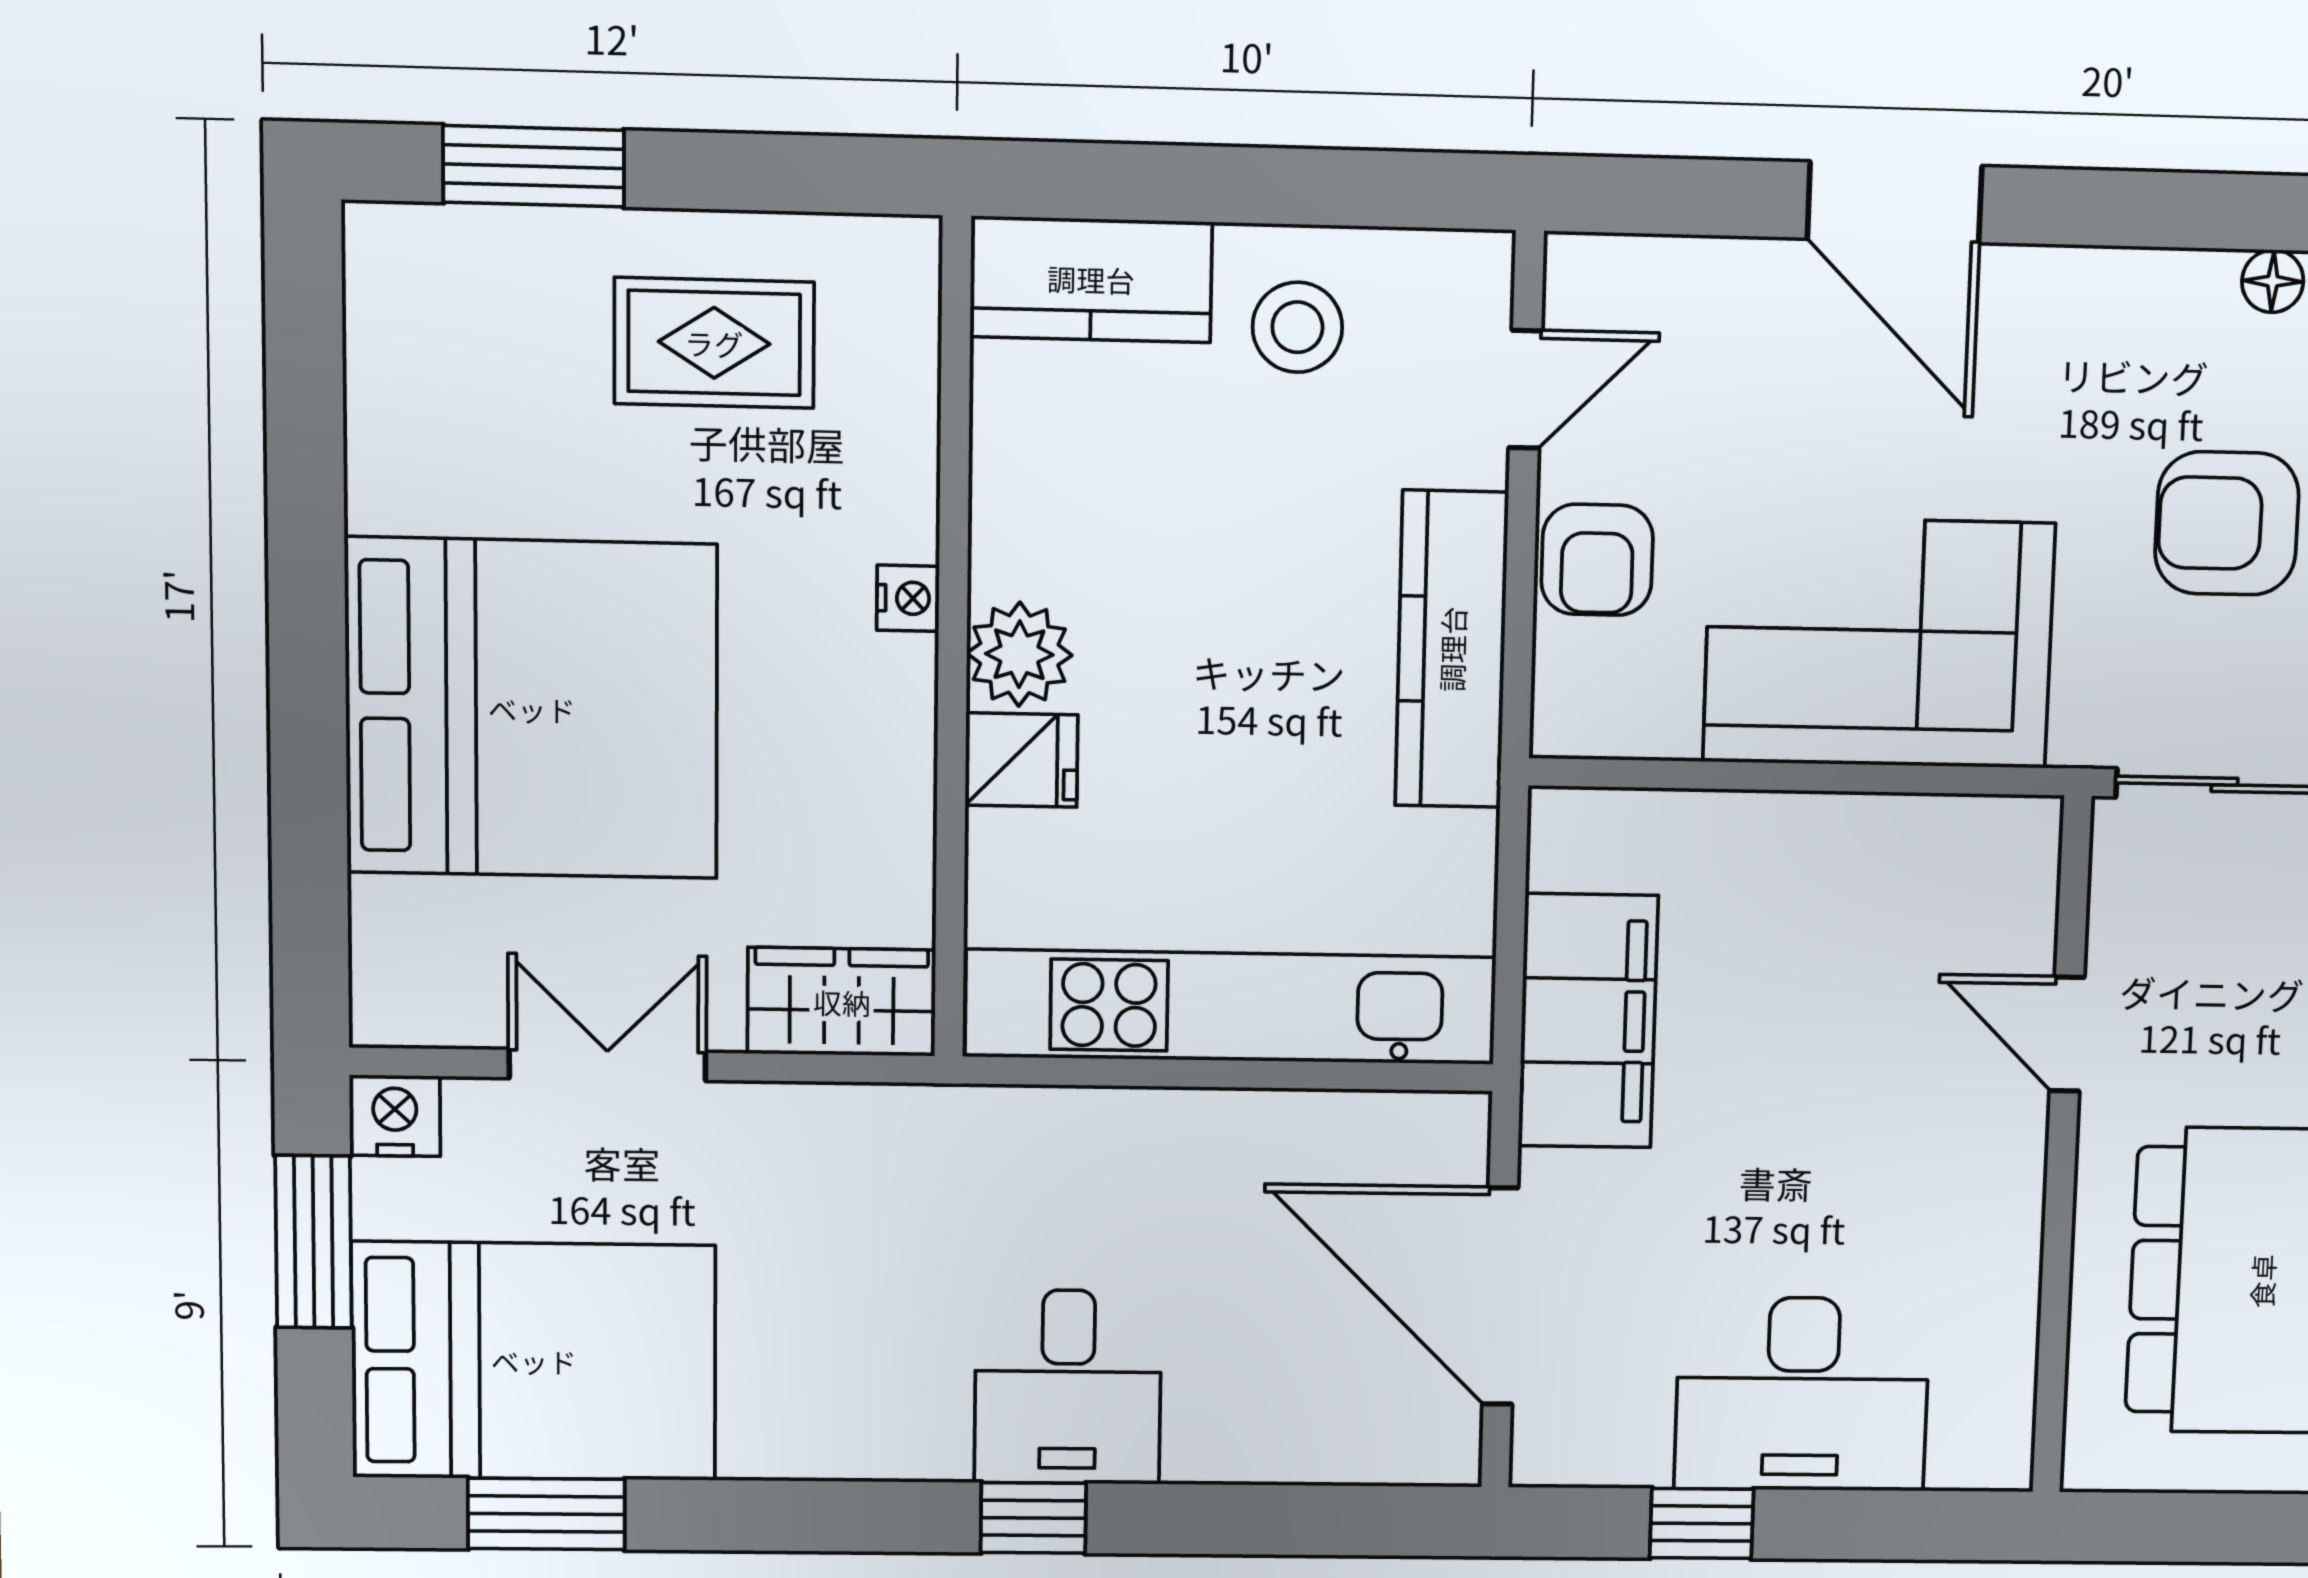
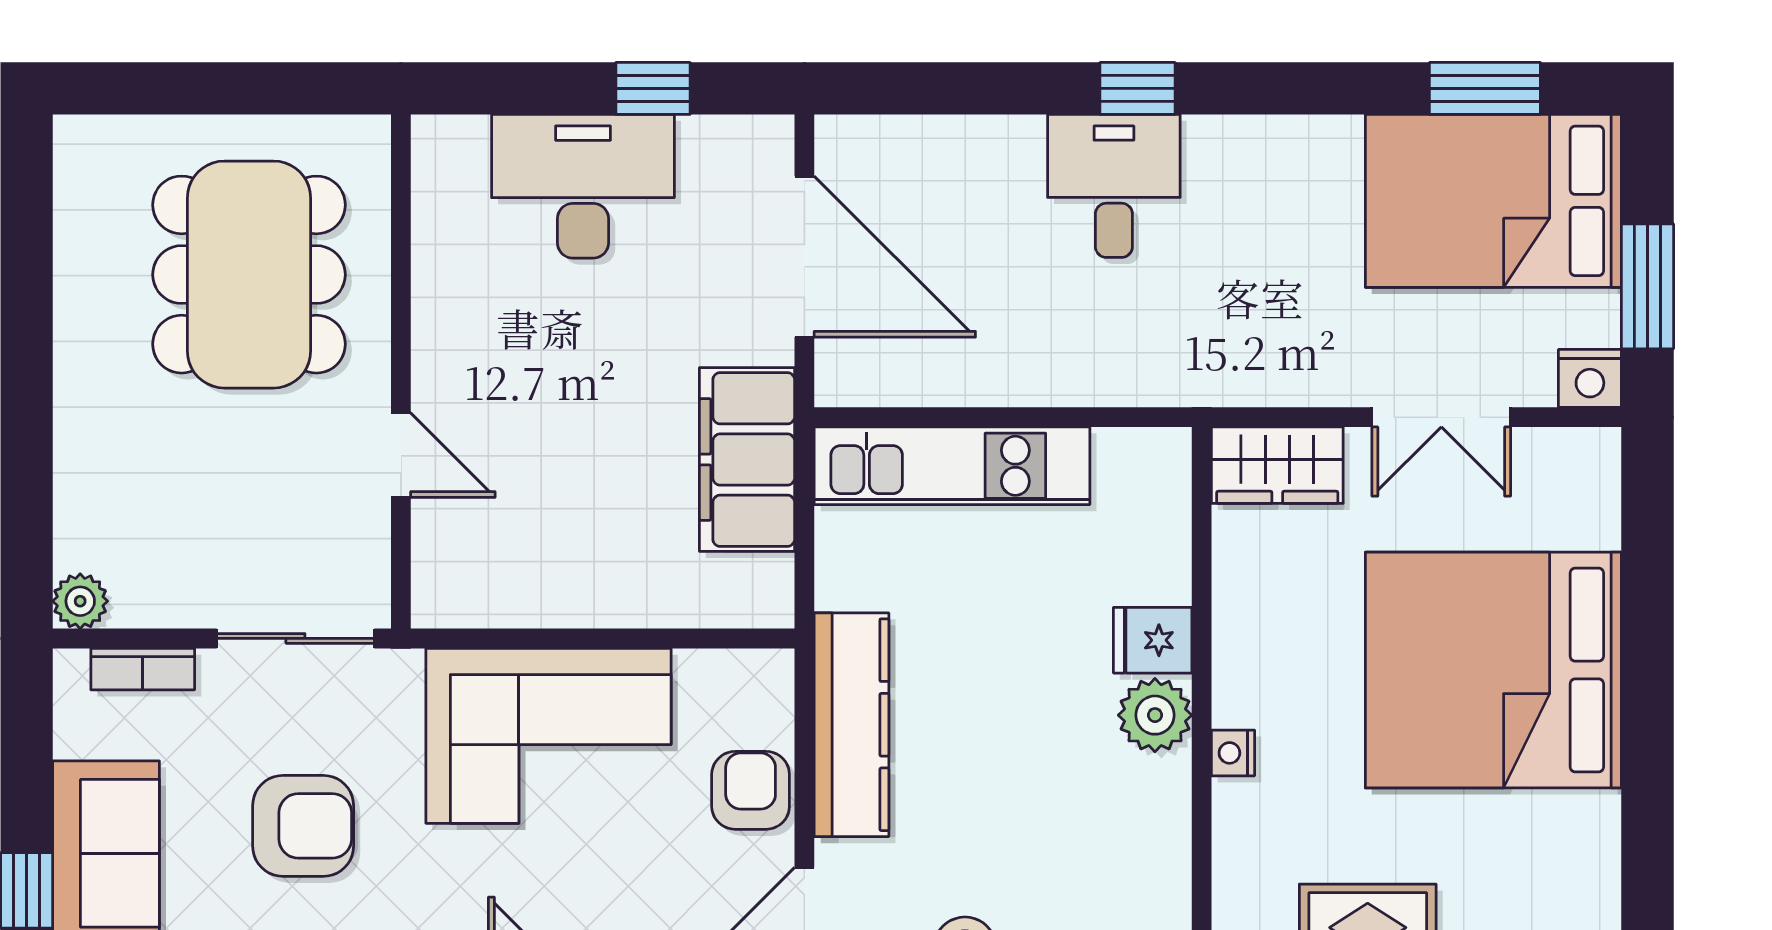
kitchen unit: (1231, 1007) -> (952, 466), width x0.73

